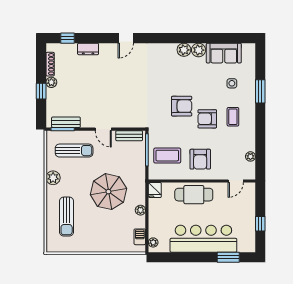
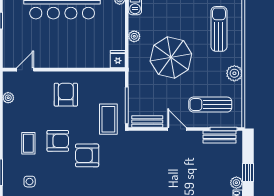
coffee table: (167, 156) -> (108, 119), moved, turned 90
cafe table: (194, 195) -> (73, 54), removed

